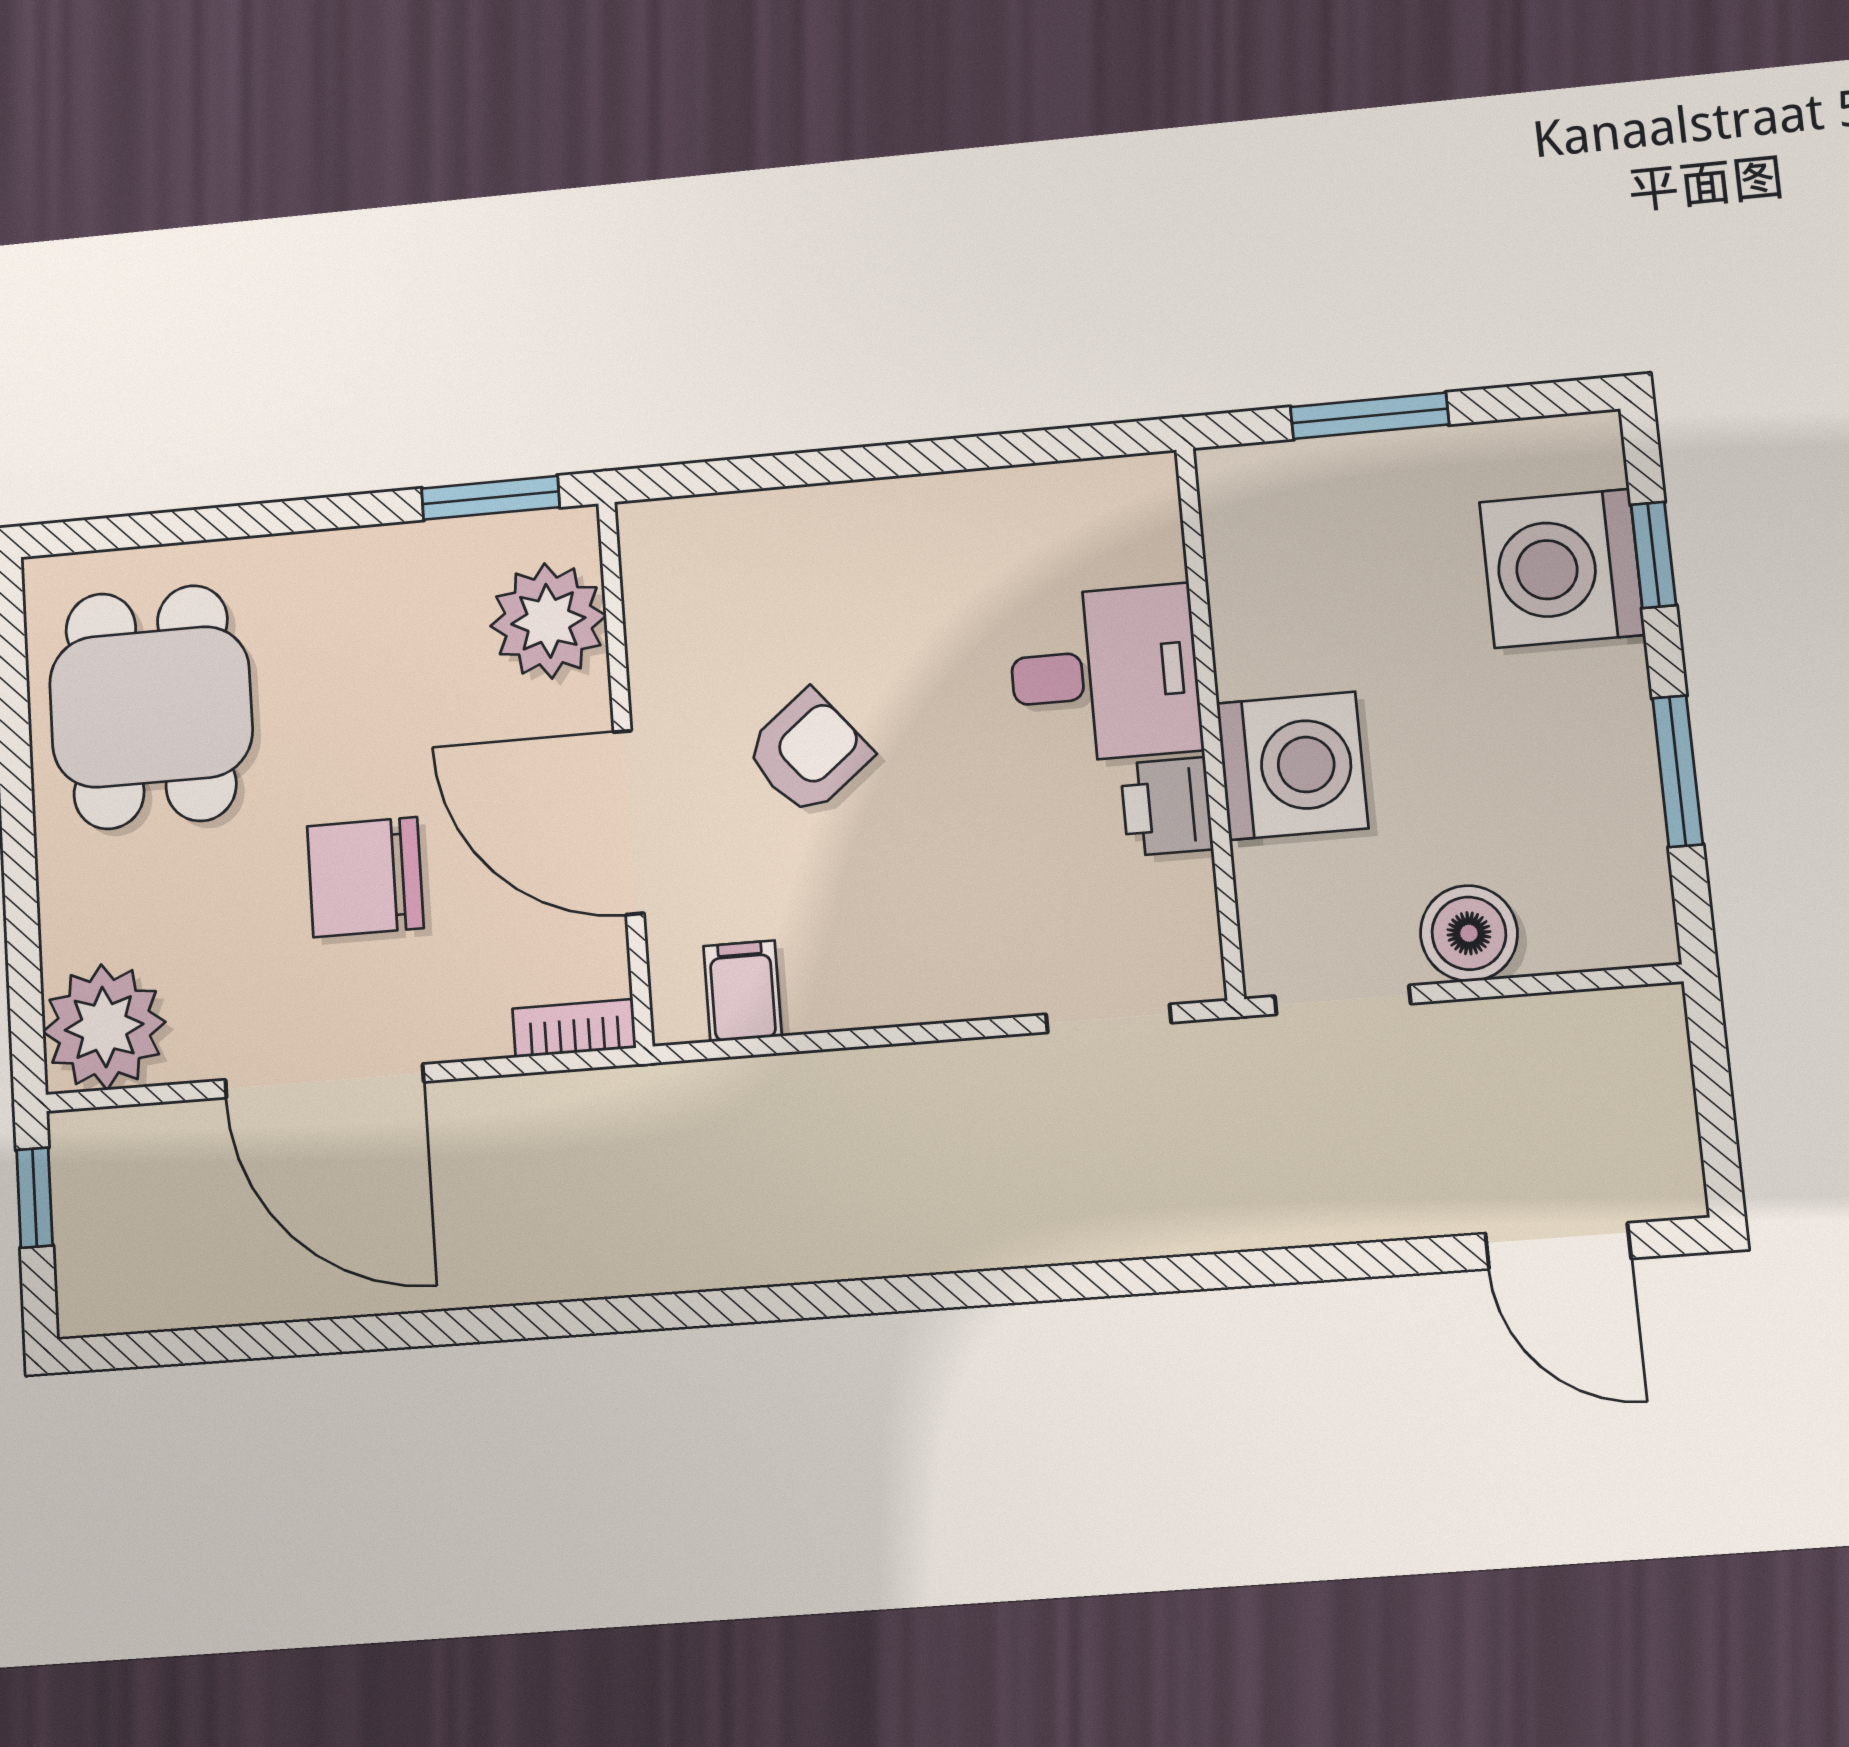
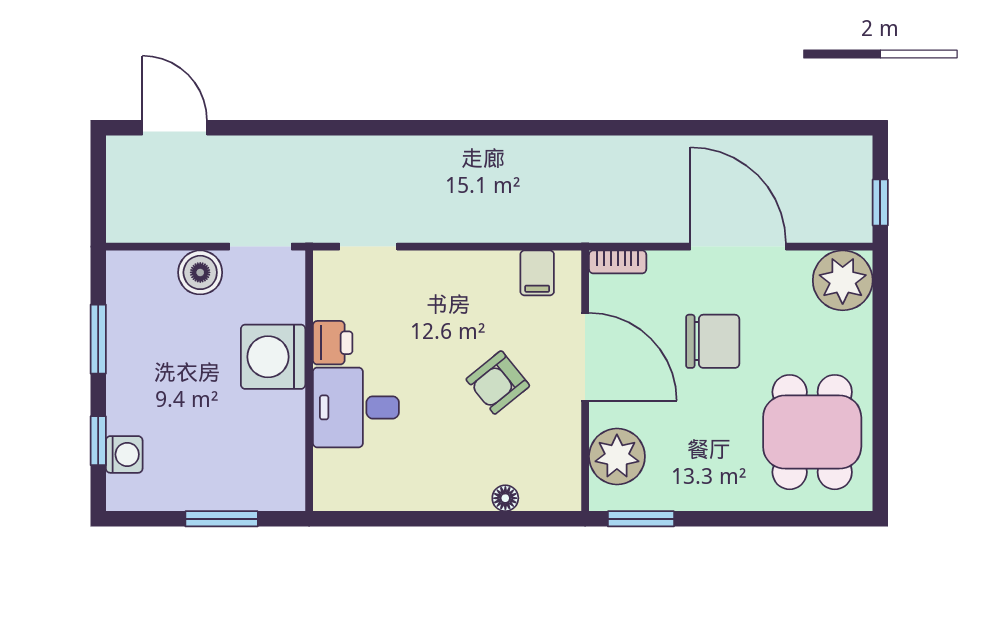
floor lamp: (774, 514) -> (505, 498), added
washing machine: (1562, 568) -> (124, 454), width x0.53, depth x0.53

